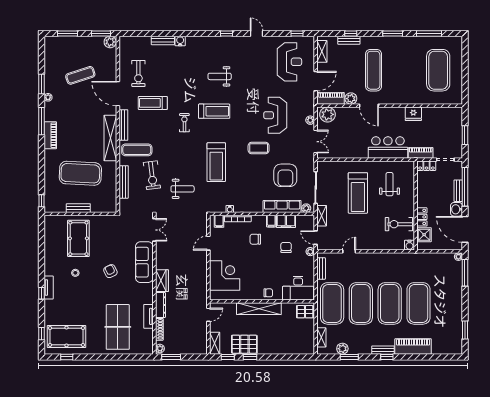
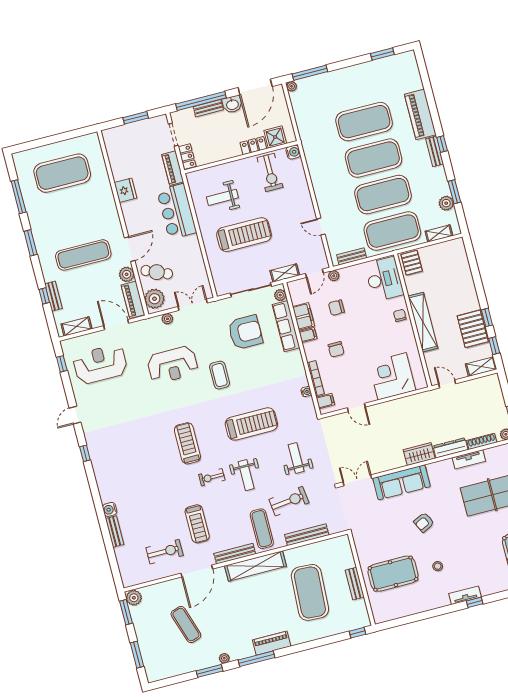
weight bench: (220, 76) -> (246, 475), moved
cafe table: (347, 121) -> (157, 272), added

